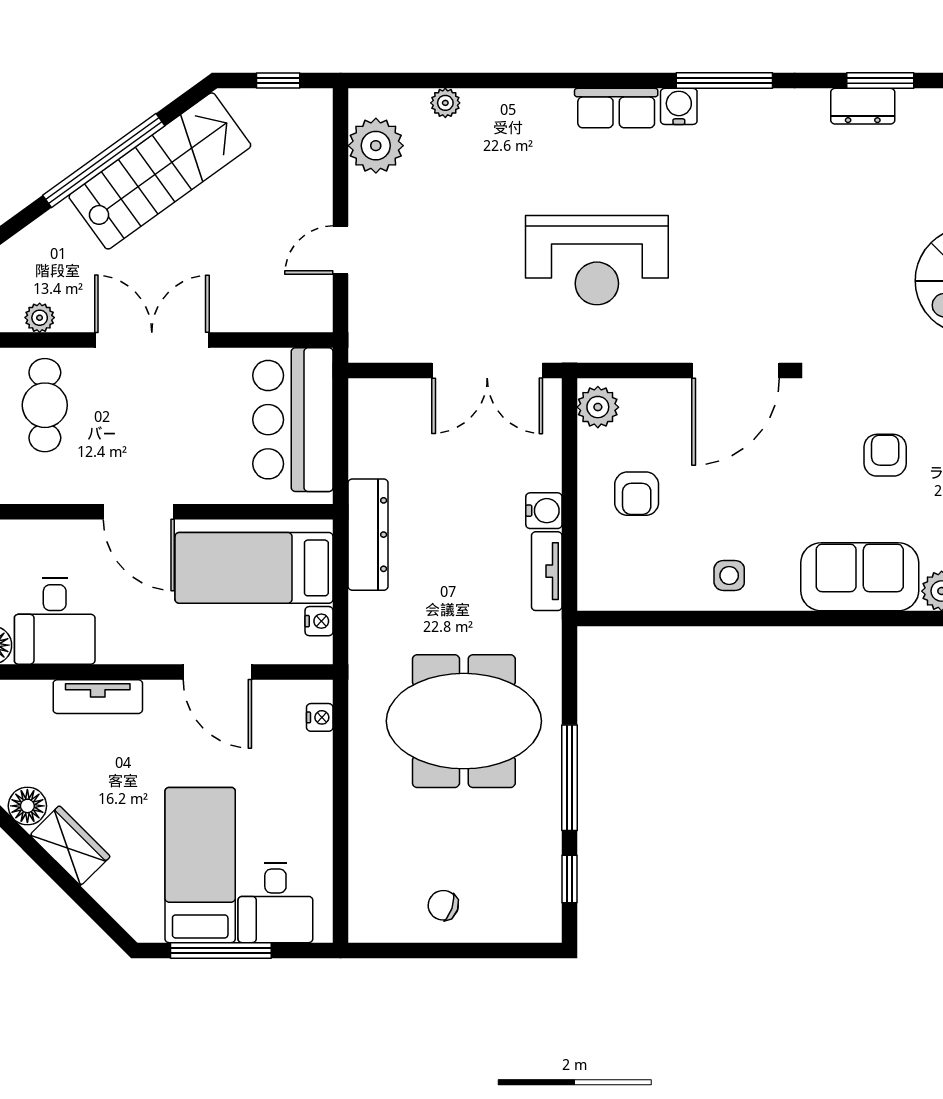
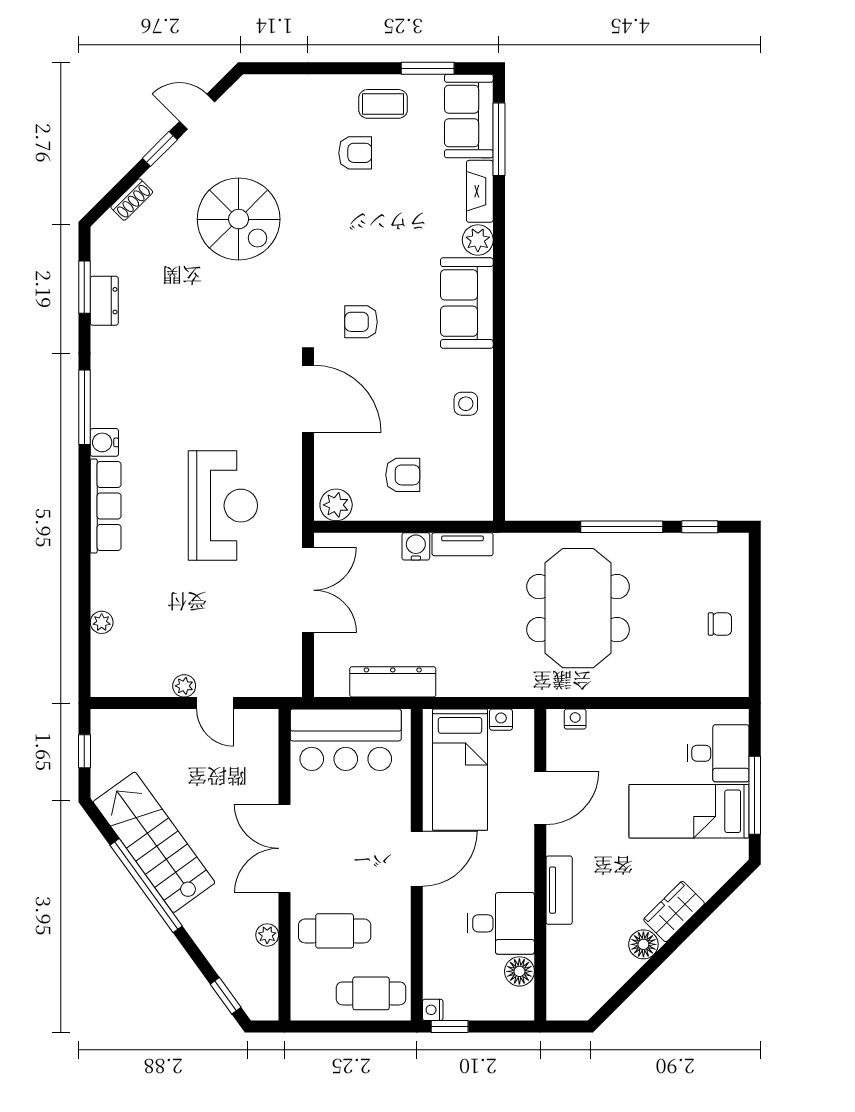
row of seats: (616, 108) -> (106, 506), width x1.48
plant: (376, 146) -> (184, 686), moved, width x0.53, depth x0.53
armchair: (885, 455) -> (361, 322), moved
dresser: (368, 535) -> (393, 682), moved
chair: (443, 905) -> (720, 624), turned -109

